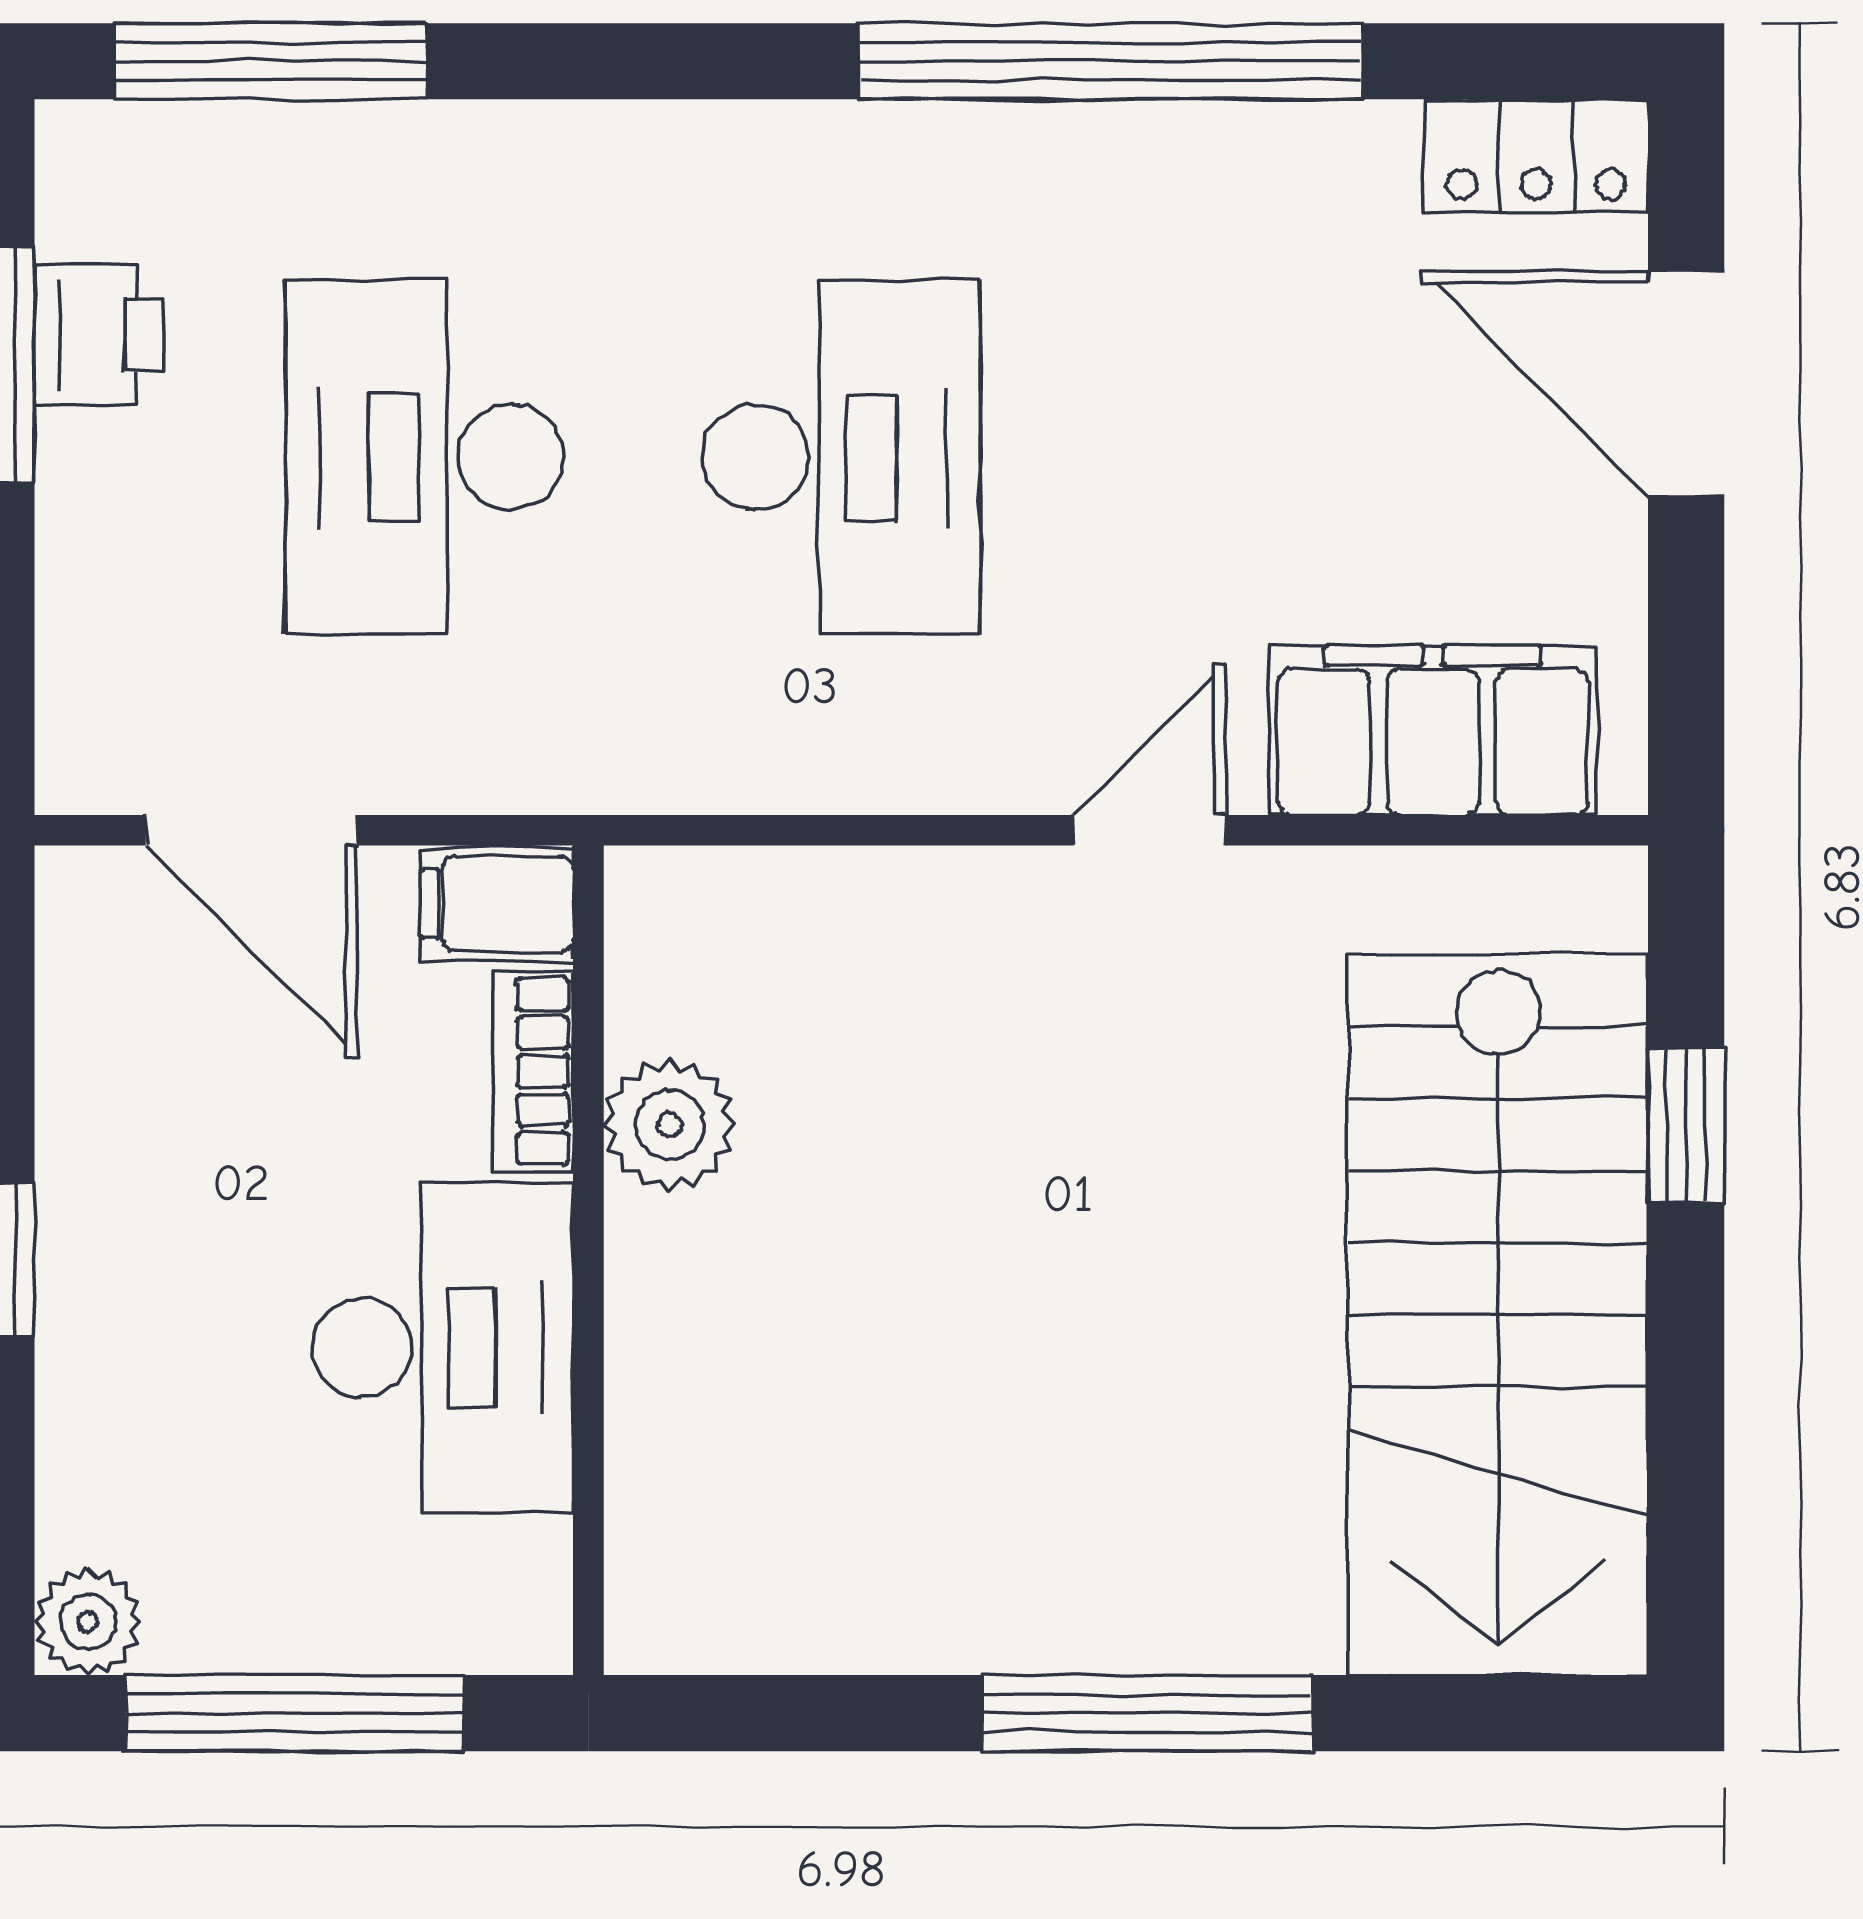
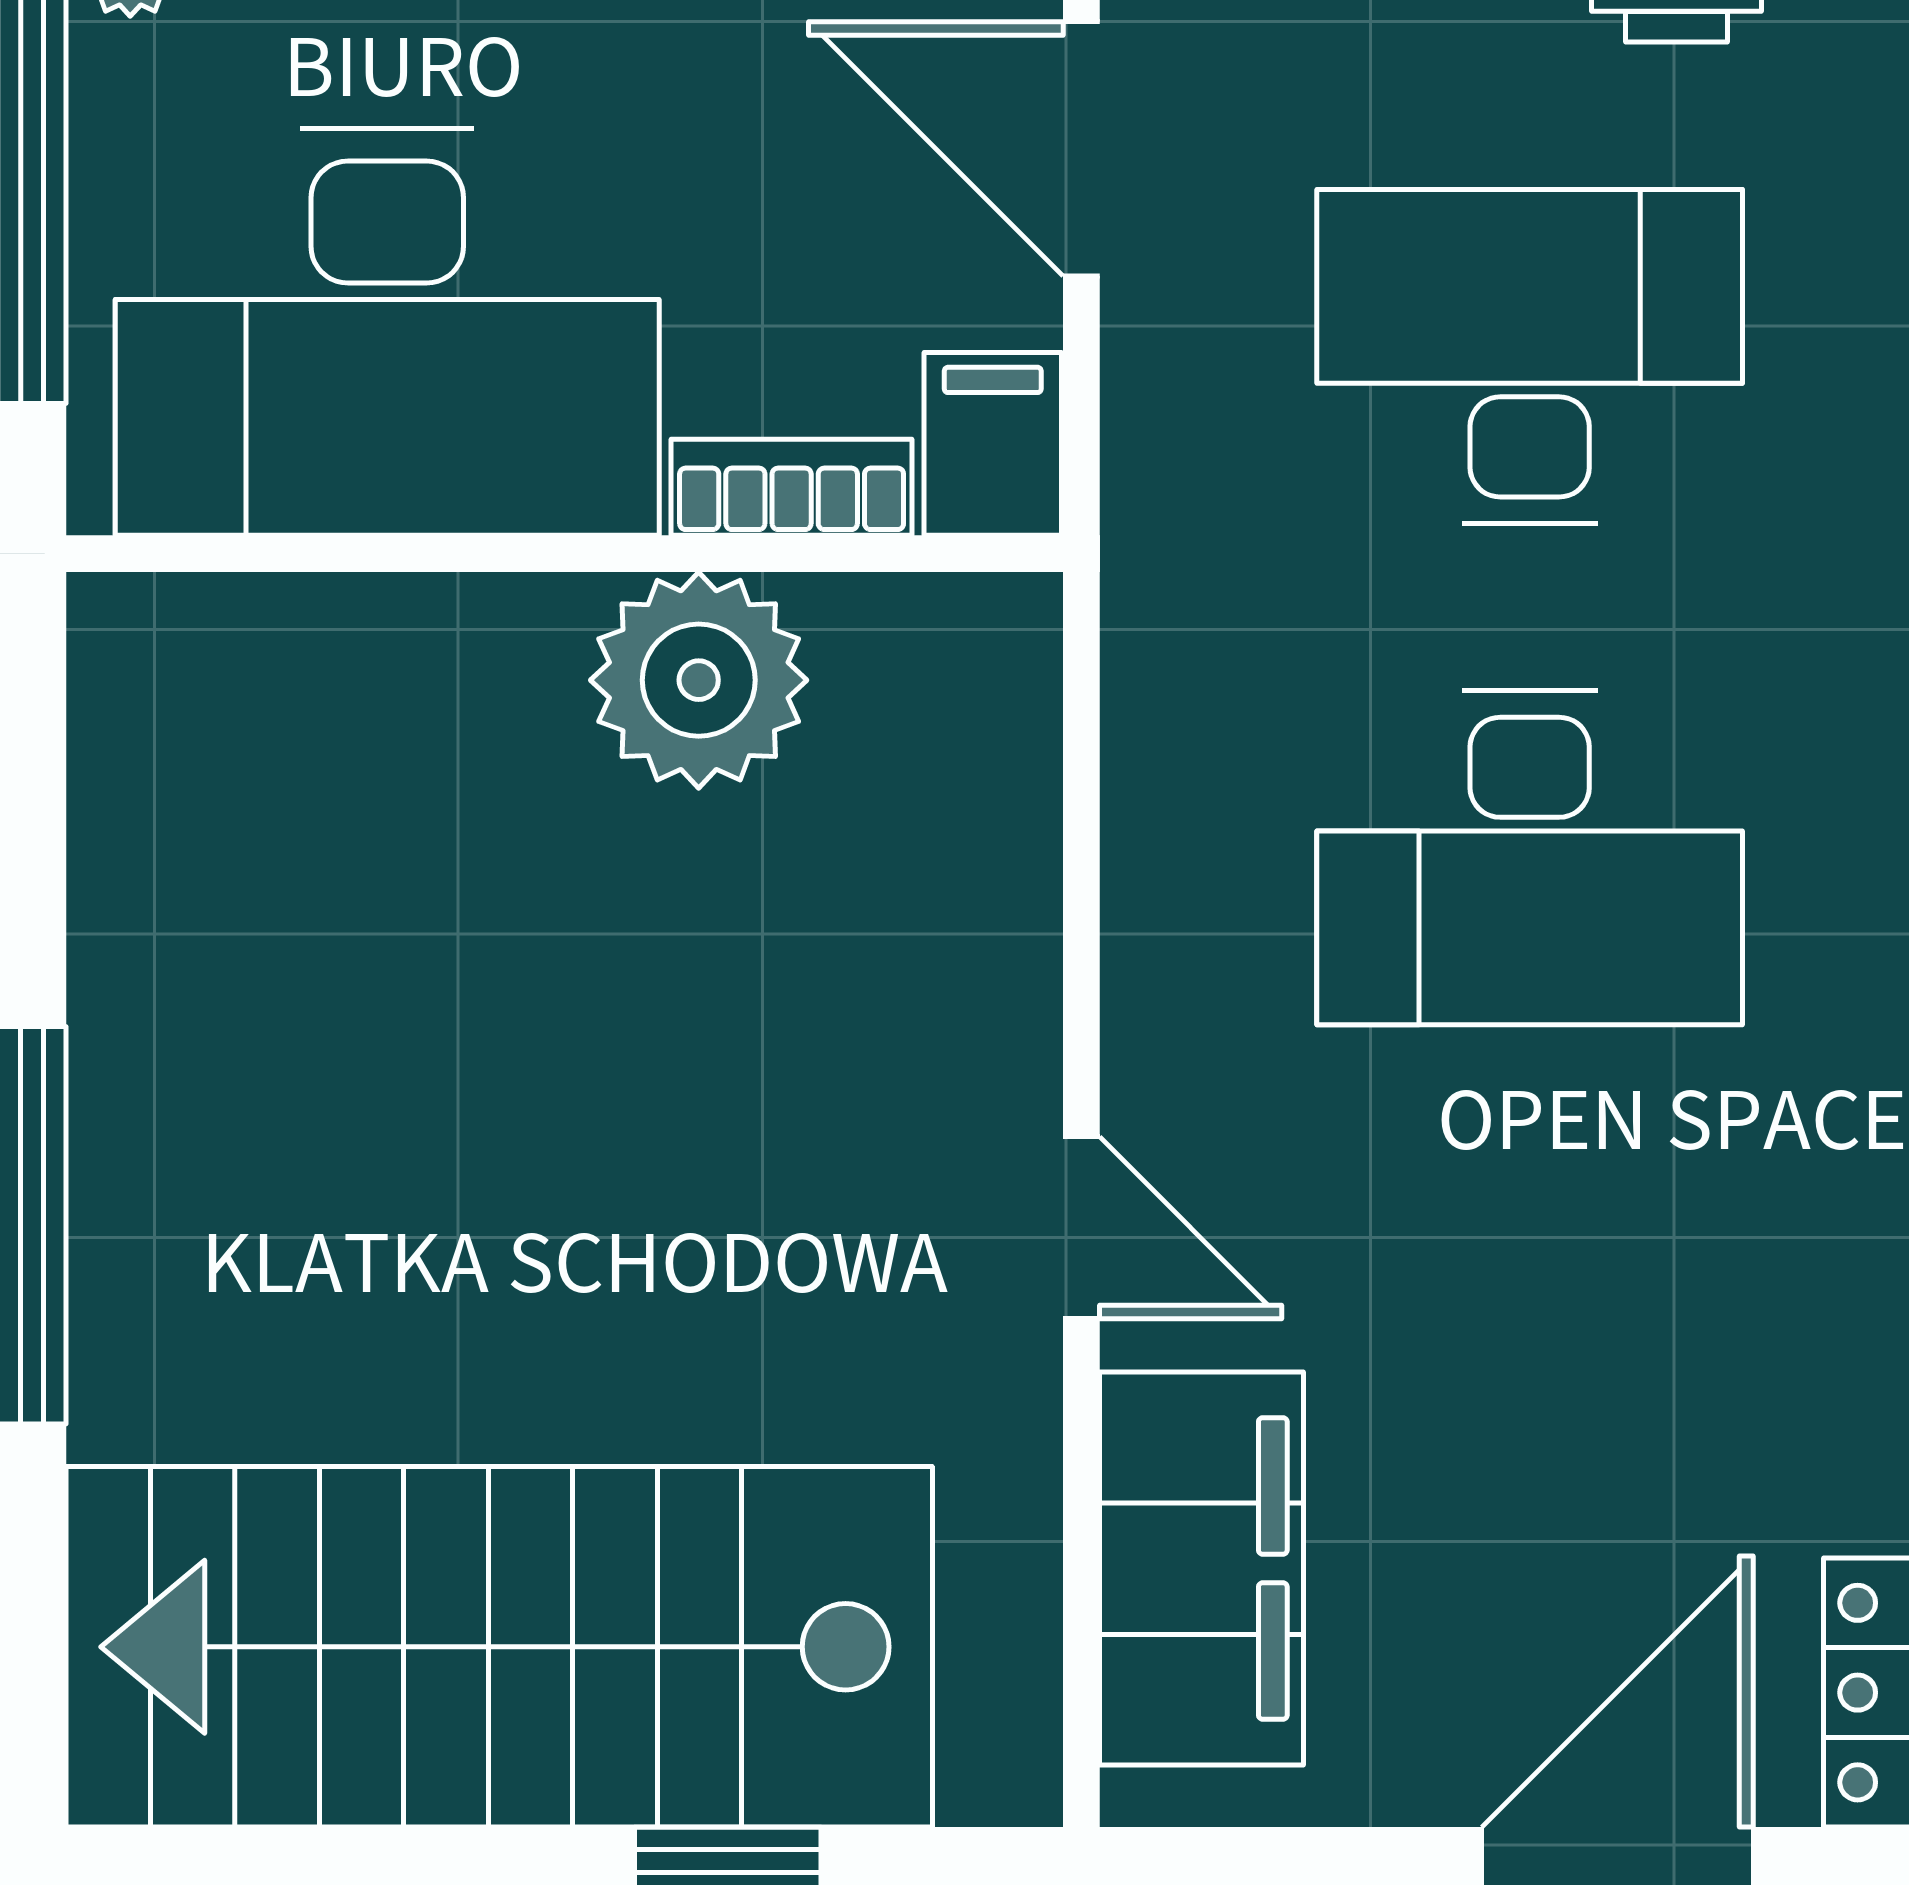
door: (252, 830) -> (1081, 149), hinge flipped
plant: (670, 1125) -> (699, 680), width x1.36, depth x1.36
desk: (443, 1347) -> (387, 332), width x1.36, depth x1.30

